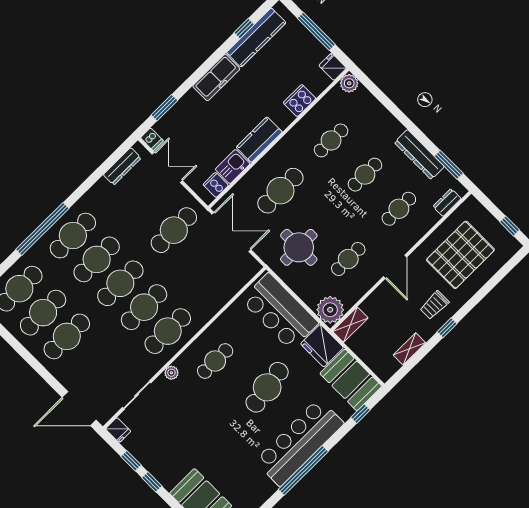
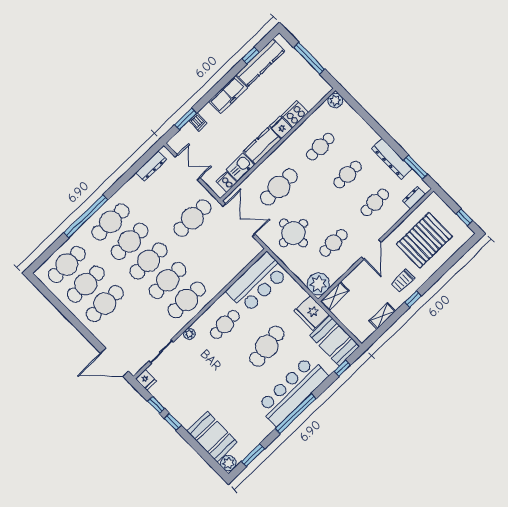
fridge: (333, 67) -> (281, 127), moved
dishwasher: (152, 139) -> (198, 122), moved
bar counter: (280, 311) -> (257, 283), moved, turned -90

